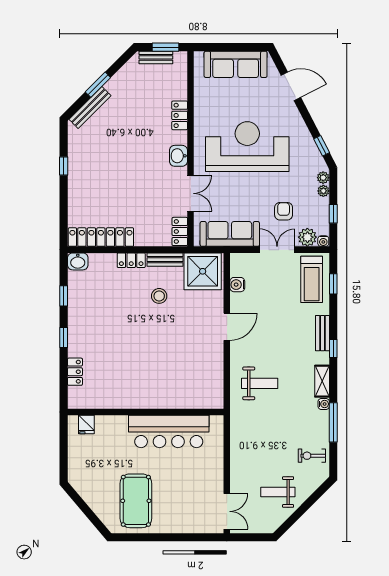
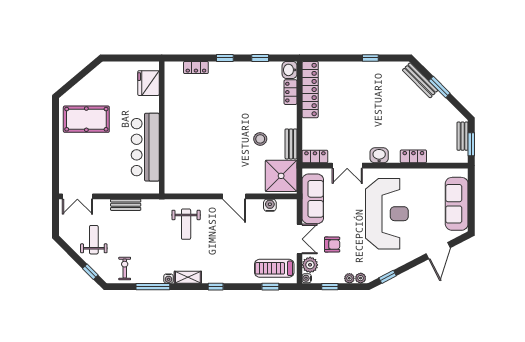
locker: (131, 260) -> (291, 92), moved
bench: (322, 333) -> (126, 205), moved
fridge: (86, 424) -> (148, 83), width x1.88, depth x1.34
window: (316, 496) -> (90, 272), added

